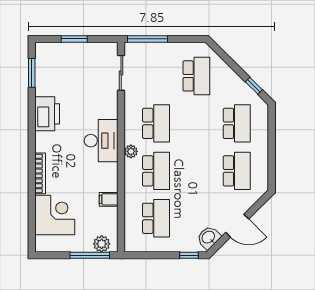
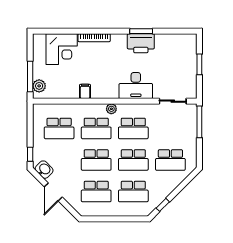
window: (32, 73) -> (141, 31), moved
school desk: (196, 123) -> (133, 160), added
desk: (101, 141) -> (136, 86), moved
school desk: (196, 171) -> (96, 160), added
filing cabinet: (109, 199) -> (85, 91), moved

